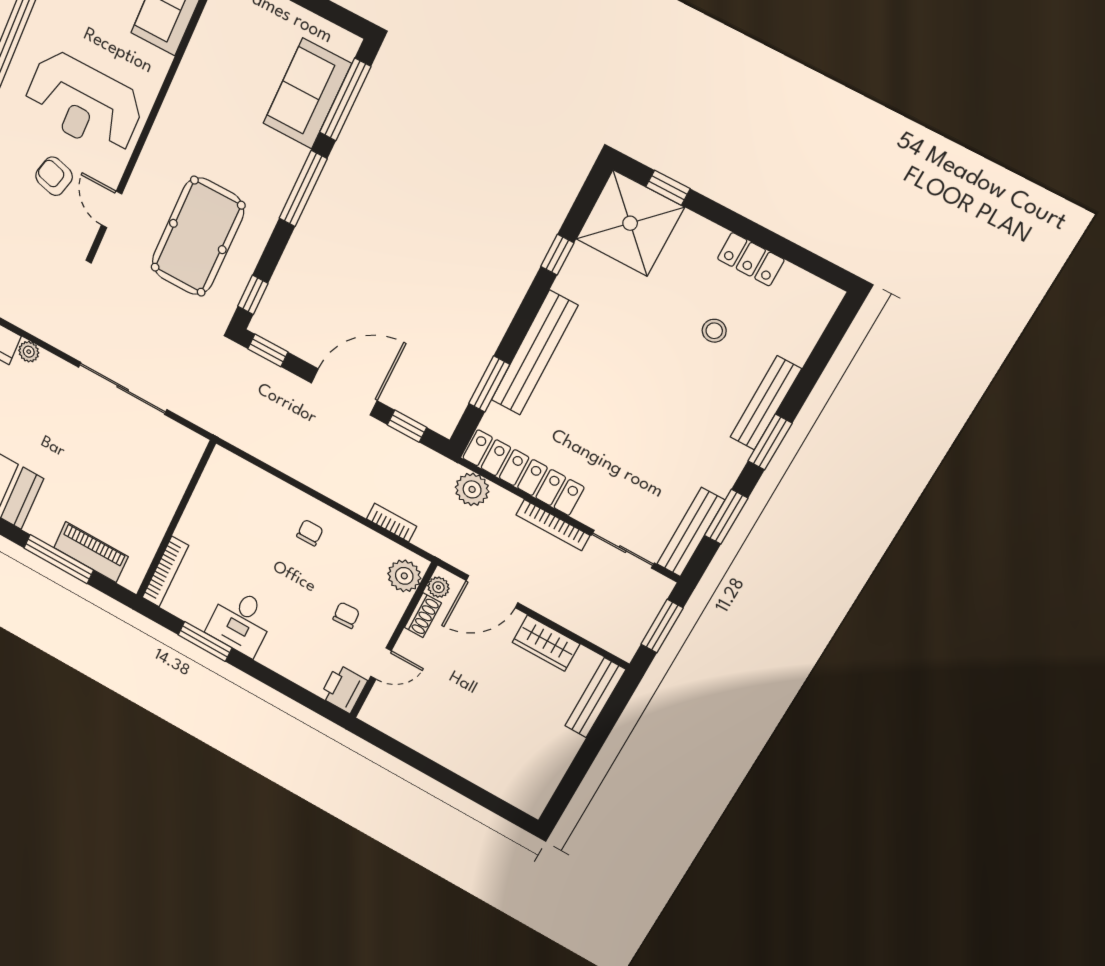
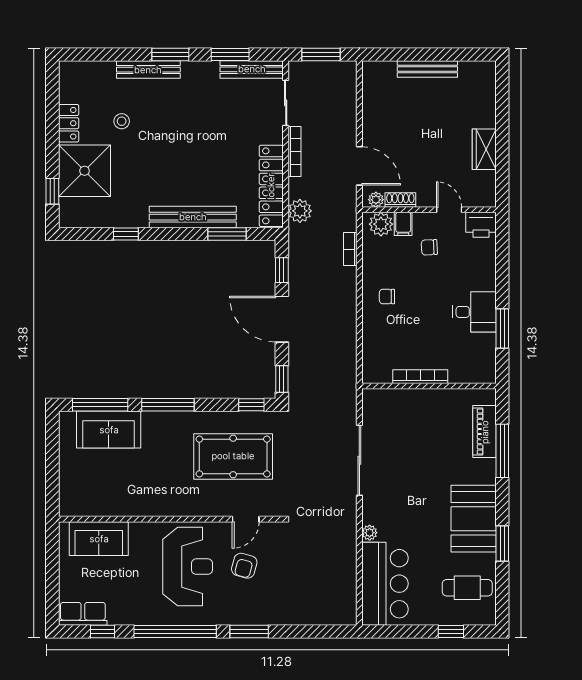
shower: (630, 223) -> (85, 171), moved
bookcase: (165, 572) -> (420, 377), moved
filing cabinet: (391, 602) -> (403, 224), added
wardrobe: (546, 643) -> (484, 149), moved, turned 180
bench: (595, 698) -> (427, 69), moved

